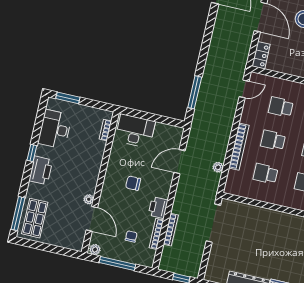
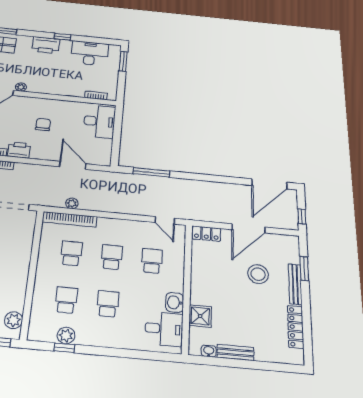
bookcase: (239, 147) -> (70, 219), moved

